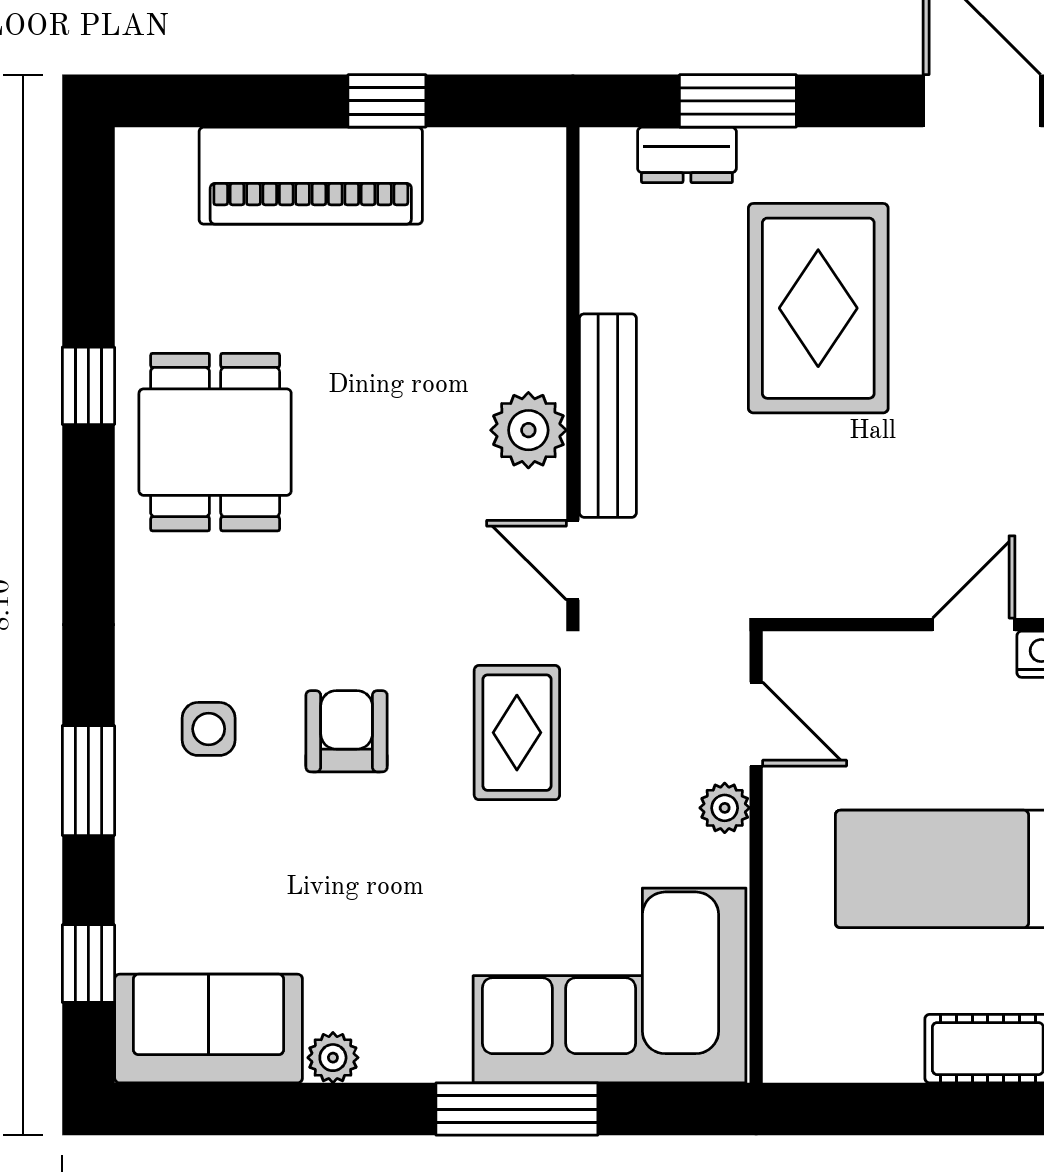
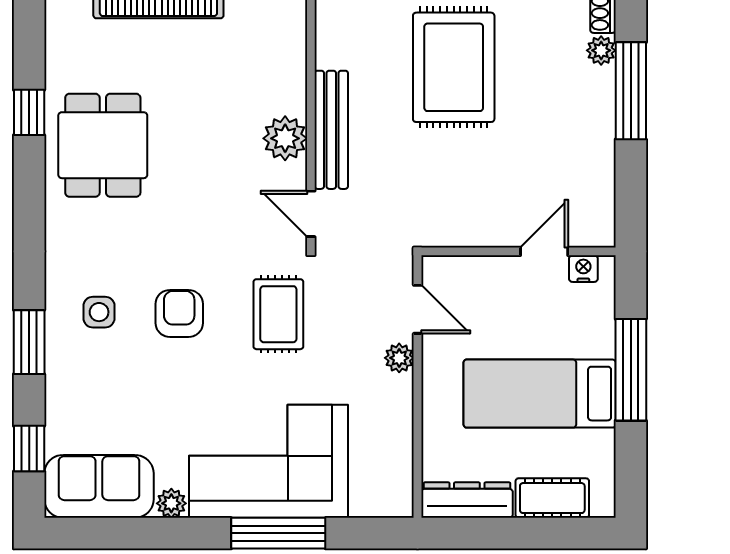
corner sofa: (610, 985) -> (268, 461), moved
dresser: (841, 1052) -> (467, 500), added

